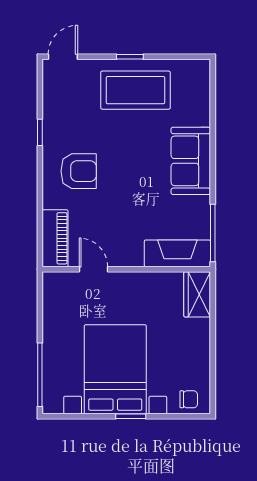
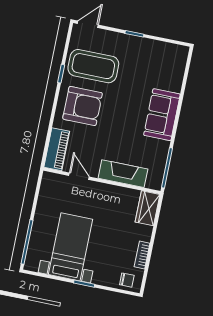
coffee table: (135, 90) -> (93, 66), moved
armchair: (79, 171) -> (83, 106), width x1.36, depth x1.36
fireplace: (177, 253) -> (123, 174), moved
bookcase: (203, 360) -> (142, 255), added
bed with nightstands: (115, 369) -> (71, 247), width x0.73

